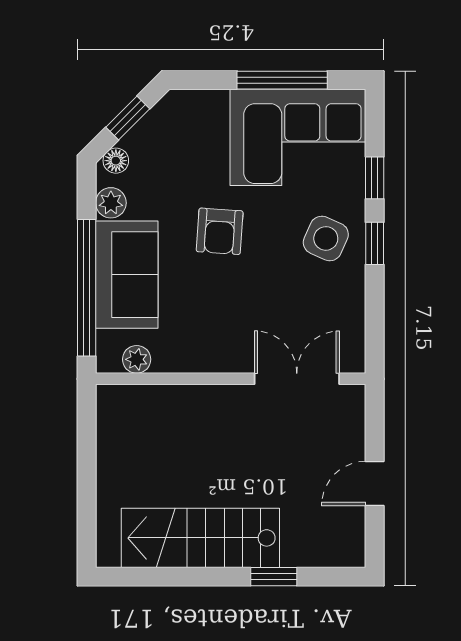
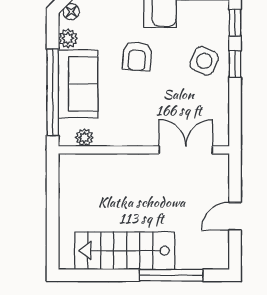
window: (274, 577) -> (171, 275), width x2.17

